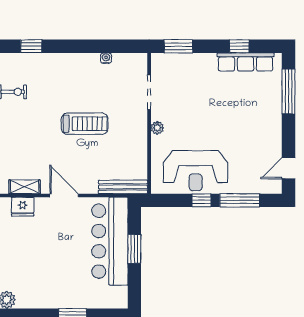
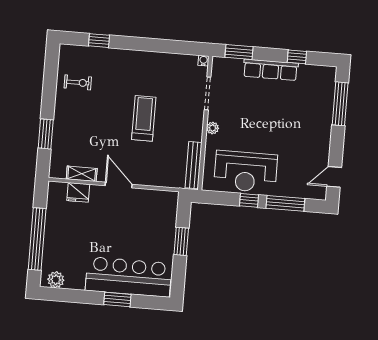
water cooler: (106, 58) -> (203, 61), moved
row of seats: (246, 62) -> (271, 70), moved
treadmill: (85, 124) -> (144, 118), turned -90
bench: (123, 187) -> (194, 165), moved, turned 90
bar counter: (110, 241) -> (129, 277), moved, turned 90

